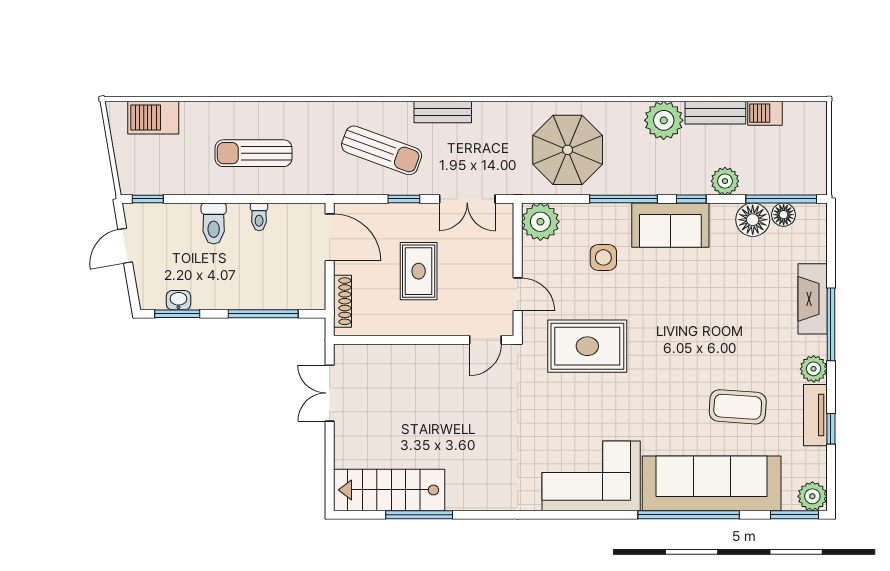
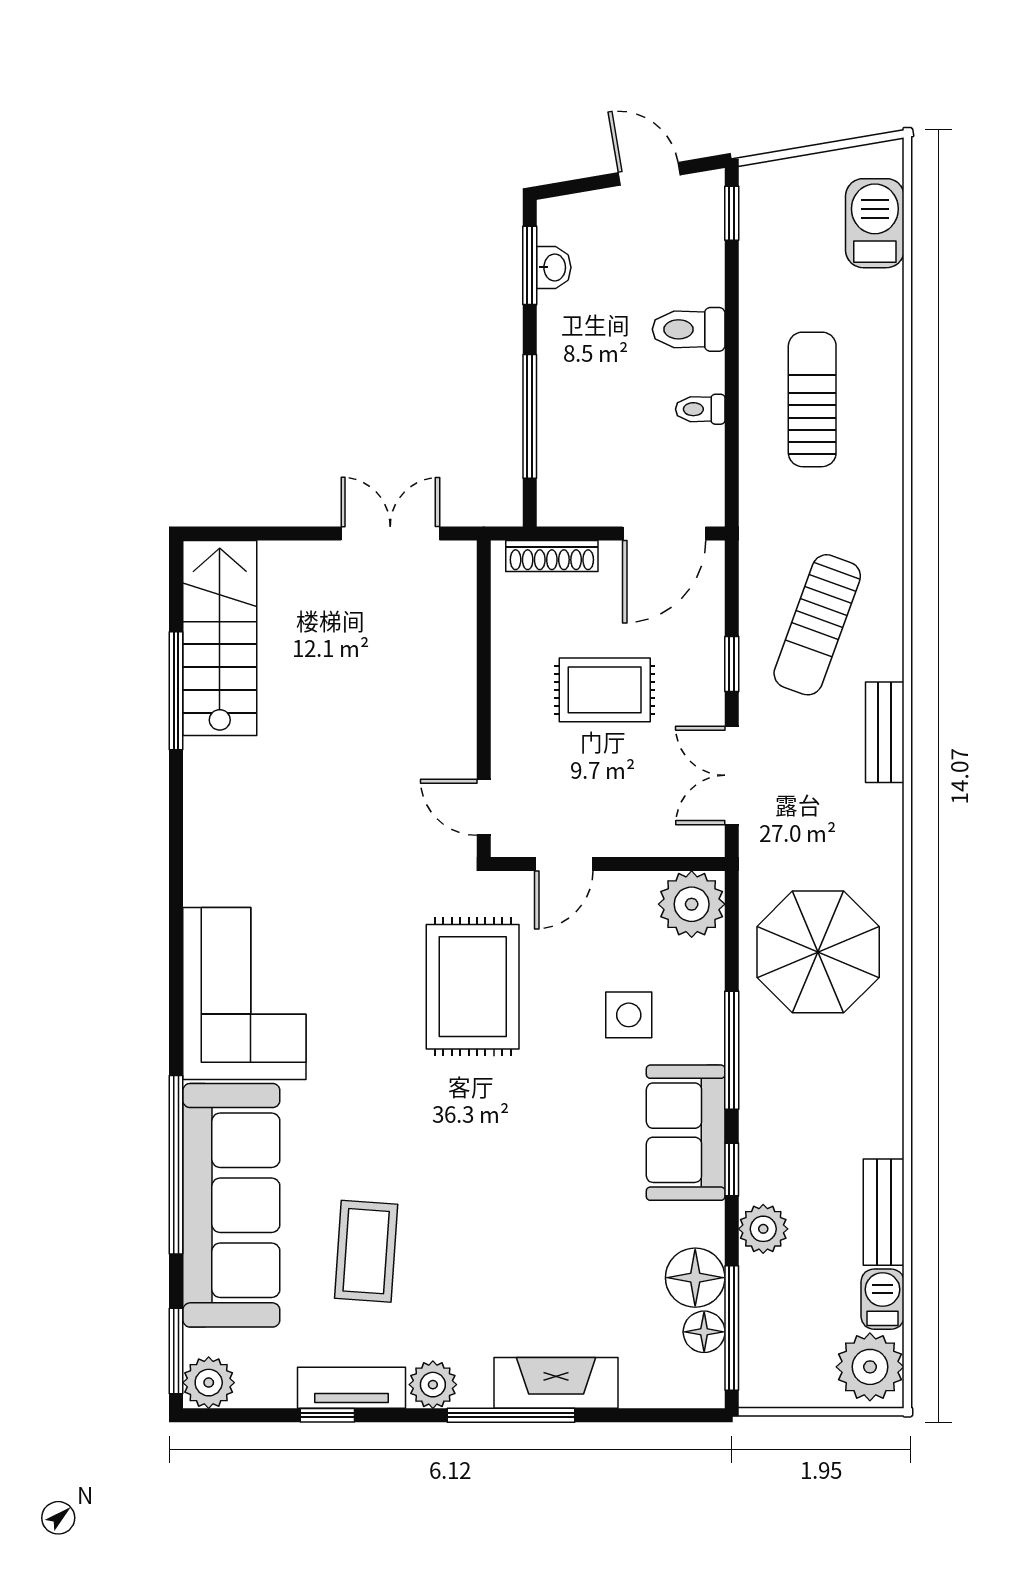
plant: (664, 120) -> (870, 1367), moved

